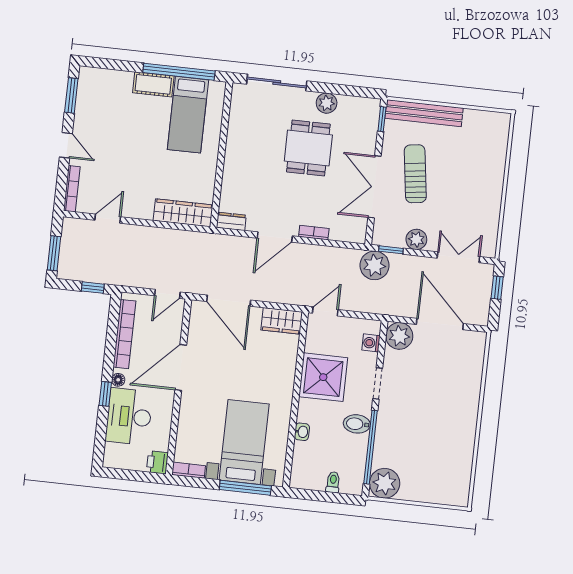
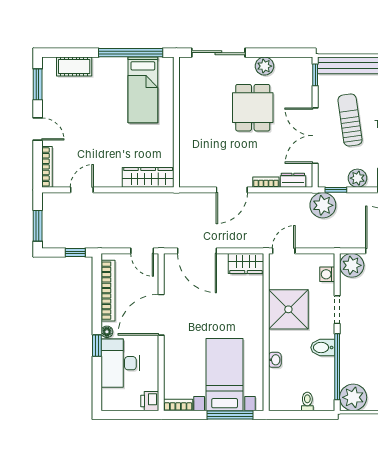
cot: (153, 84) -> (74, 66), moved
dresser: (231, 221) -> (293, 180), moved
door: (167, 294) -> (142, 251), hinge flipped

